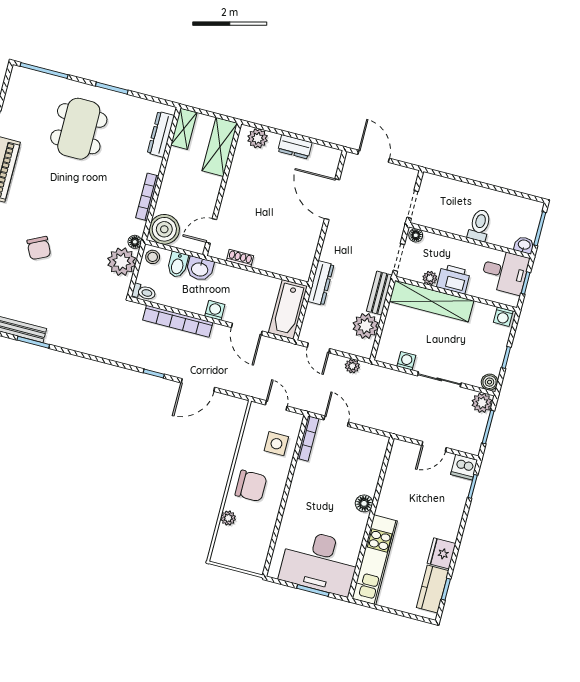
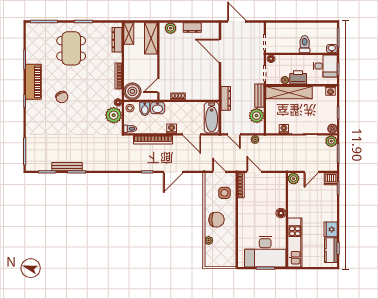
chair: (39, 248) -> (62, 97), moved
plant: (401, 450) -> (294, 179), added

